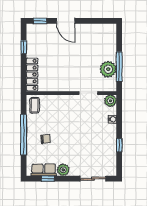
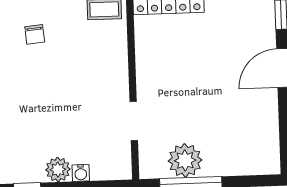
plant: (110, 101) -> (58, 170), moved

